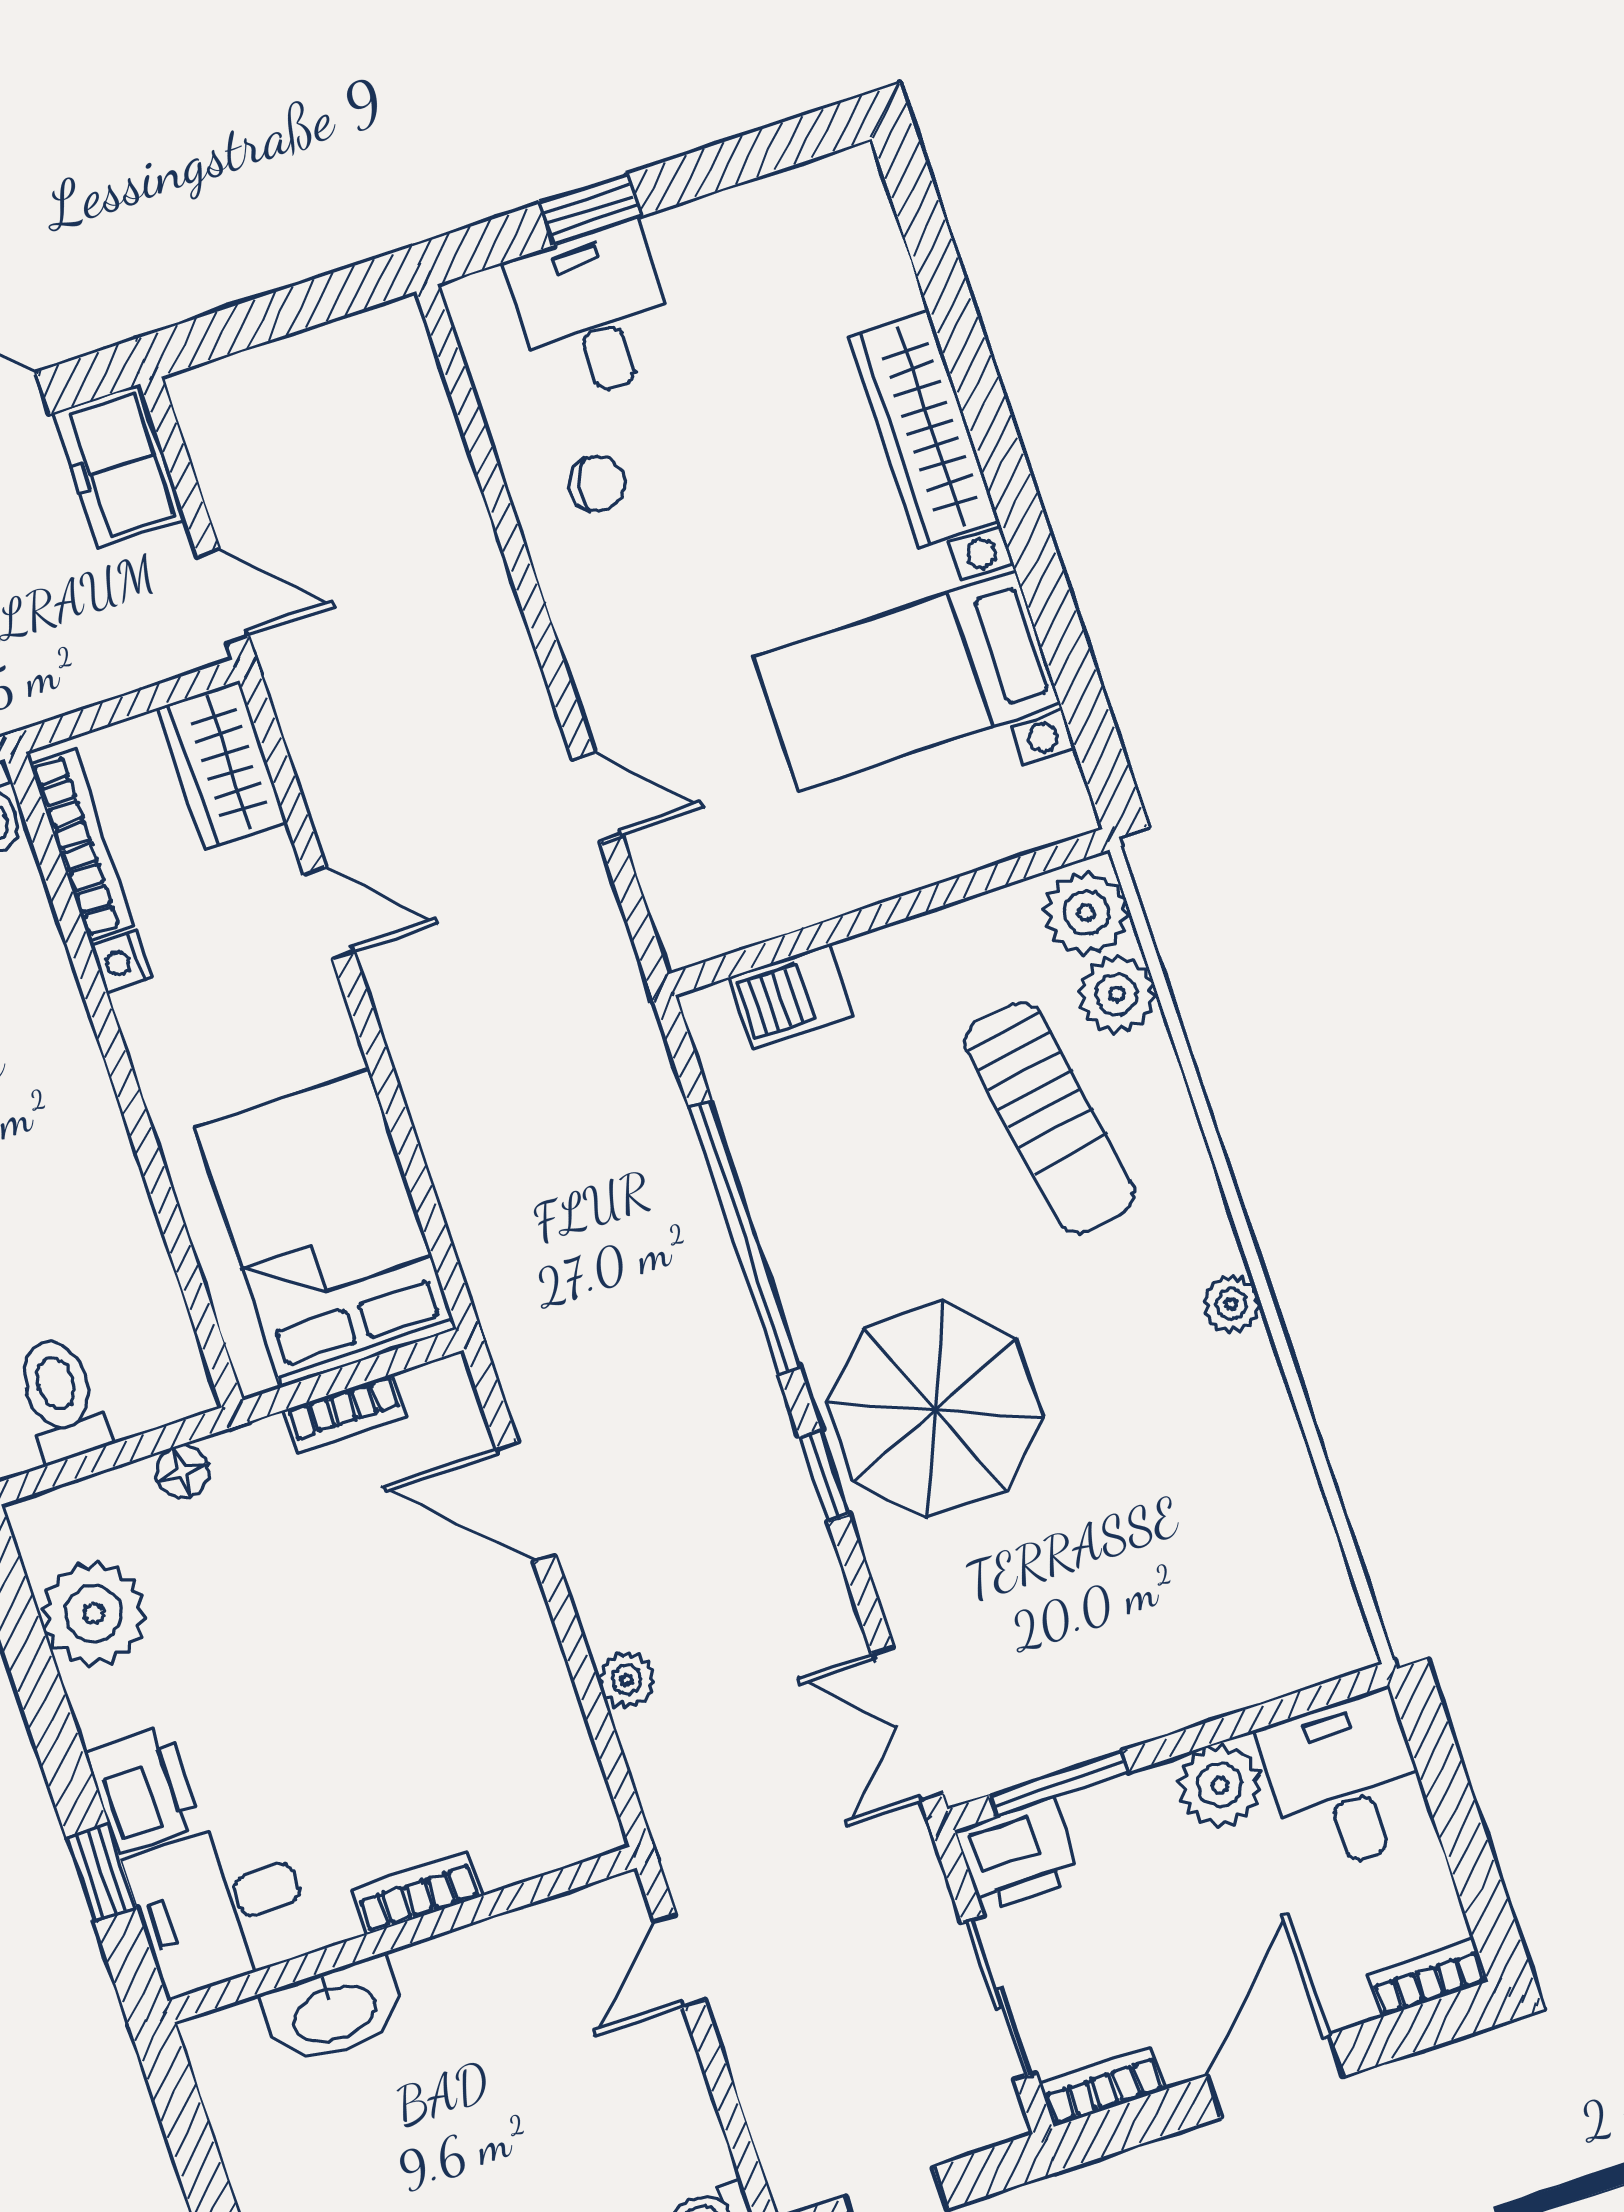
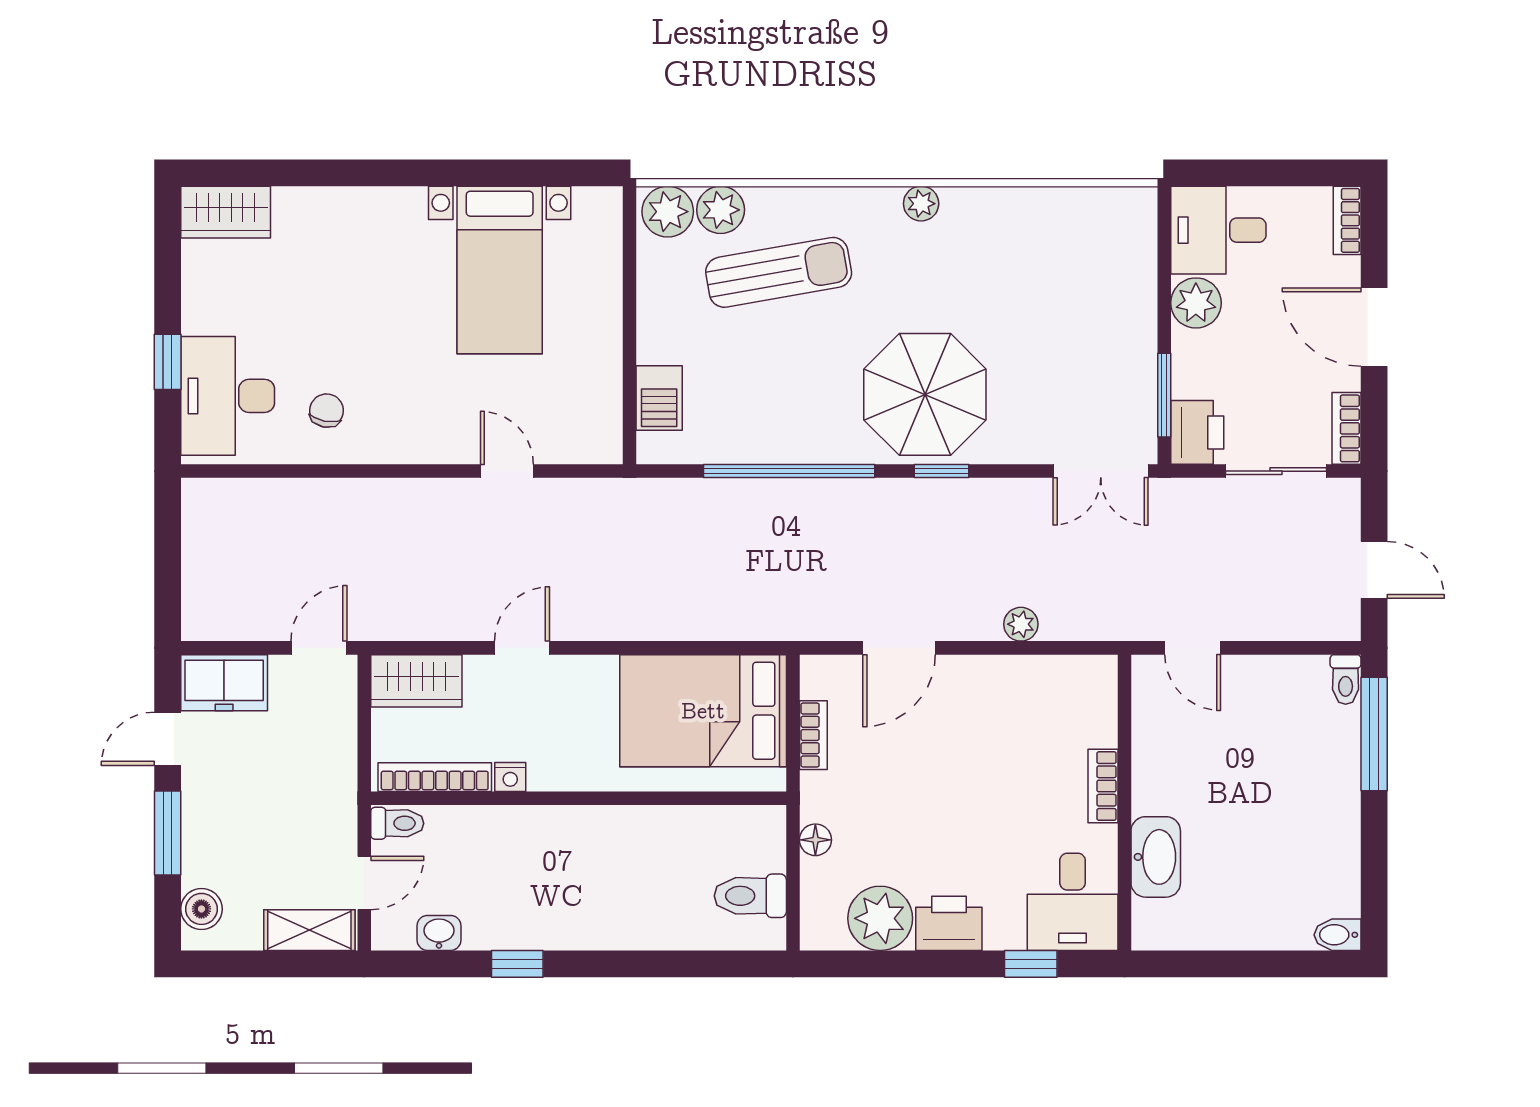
desk: (594, 313) -> (228, 396), width x1.37
wardrobe: (924, 429) -> (226, 212), moved, width x0.67
door: (597, 797) -> (507, 471), hinge flipped
printer: (144, 1789) -> (949, 923), moved

